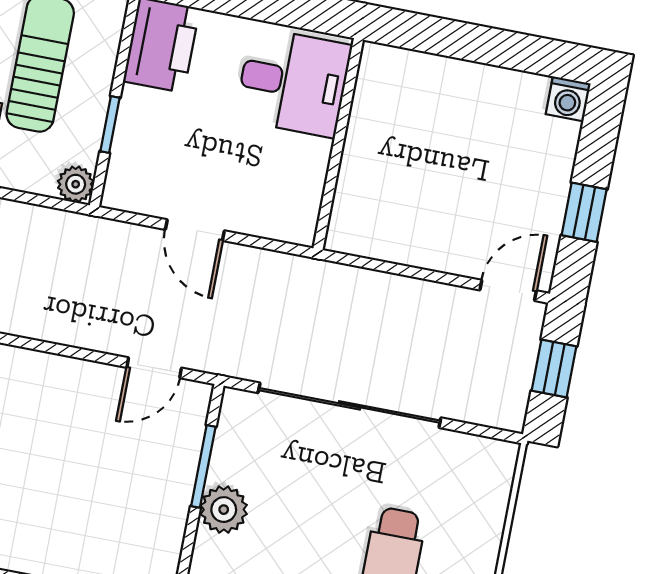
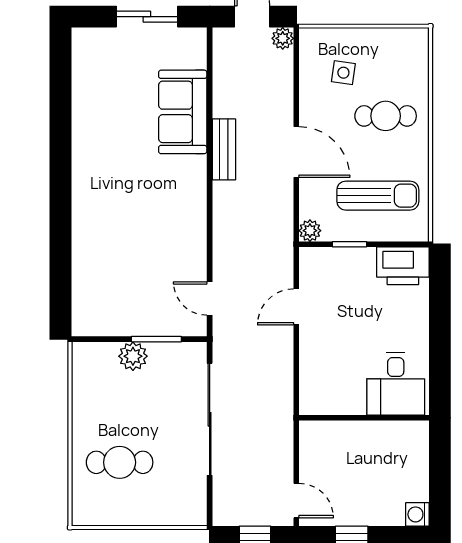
desk: (293, 82) -> (396, 384), moved
wall: (338, 144) -> (364, 418), moved

